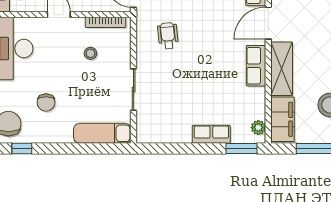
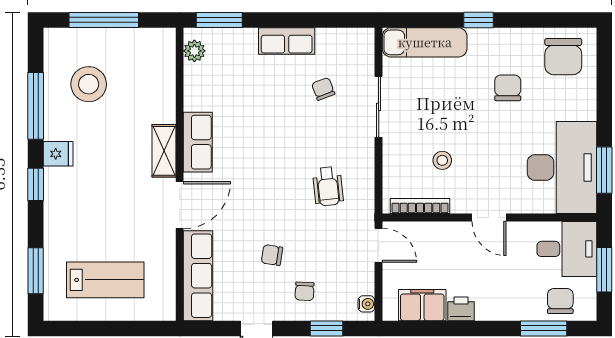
shelving: (282, 69) -> (164, 151), width x0.67, depth x0.75
chair: (171, 102) -> (323, 89), added
filing cabinet: (283, 119) -> (159, 63), removed
row of seats: (211, 134) -> (287, 41), moved
window: (22, 148) -> (478, 20), moved

